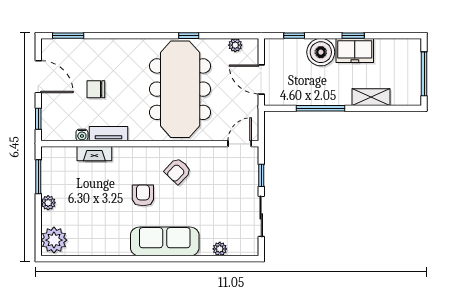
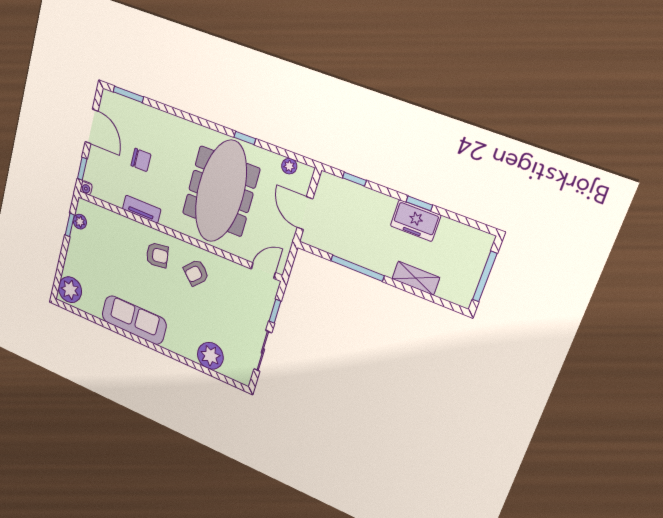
boiler: (321, 52) -> (377, 208), removed
chair: (96, 89) -> (141, 160), turned 180
water cooler: (82, 135) -> (86, 188), moved
fireplace: (94, 154) -> (124, 224), removed
window: (38, 177) -> (70, 225), width x0.67
armchair: (143, 195) -> (157, 255), moved, turned 82
plant: (48, 203) -> (80, 222), moved
sofa: (165, 241) -> (134, 320), moved
plant: (220, 249) -> (210, 356), width x1.87, depth x1.87

